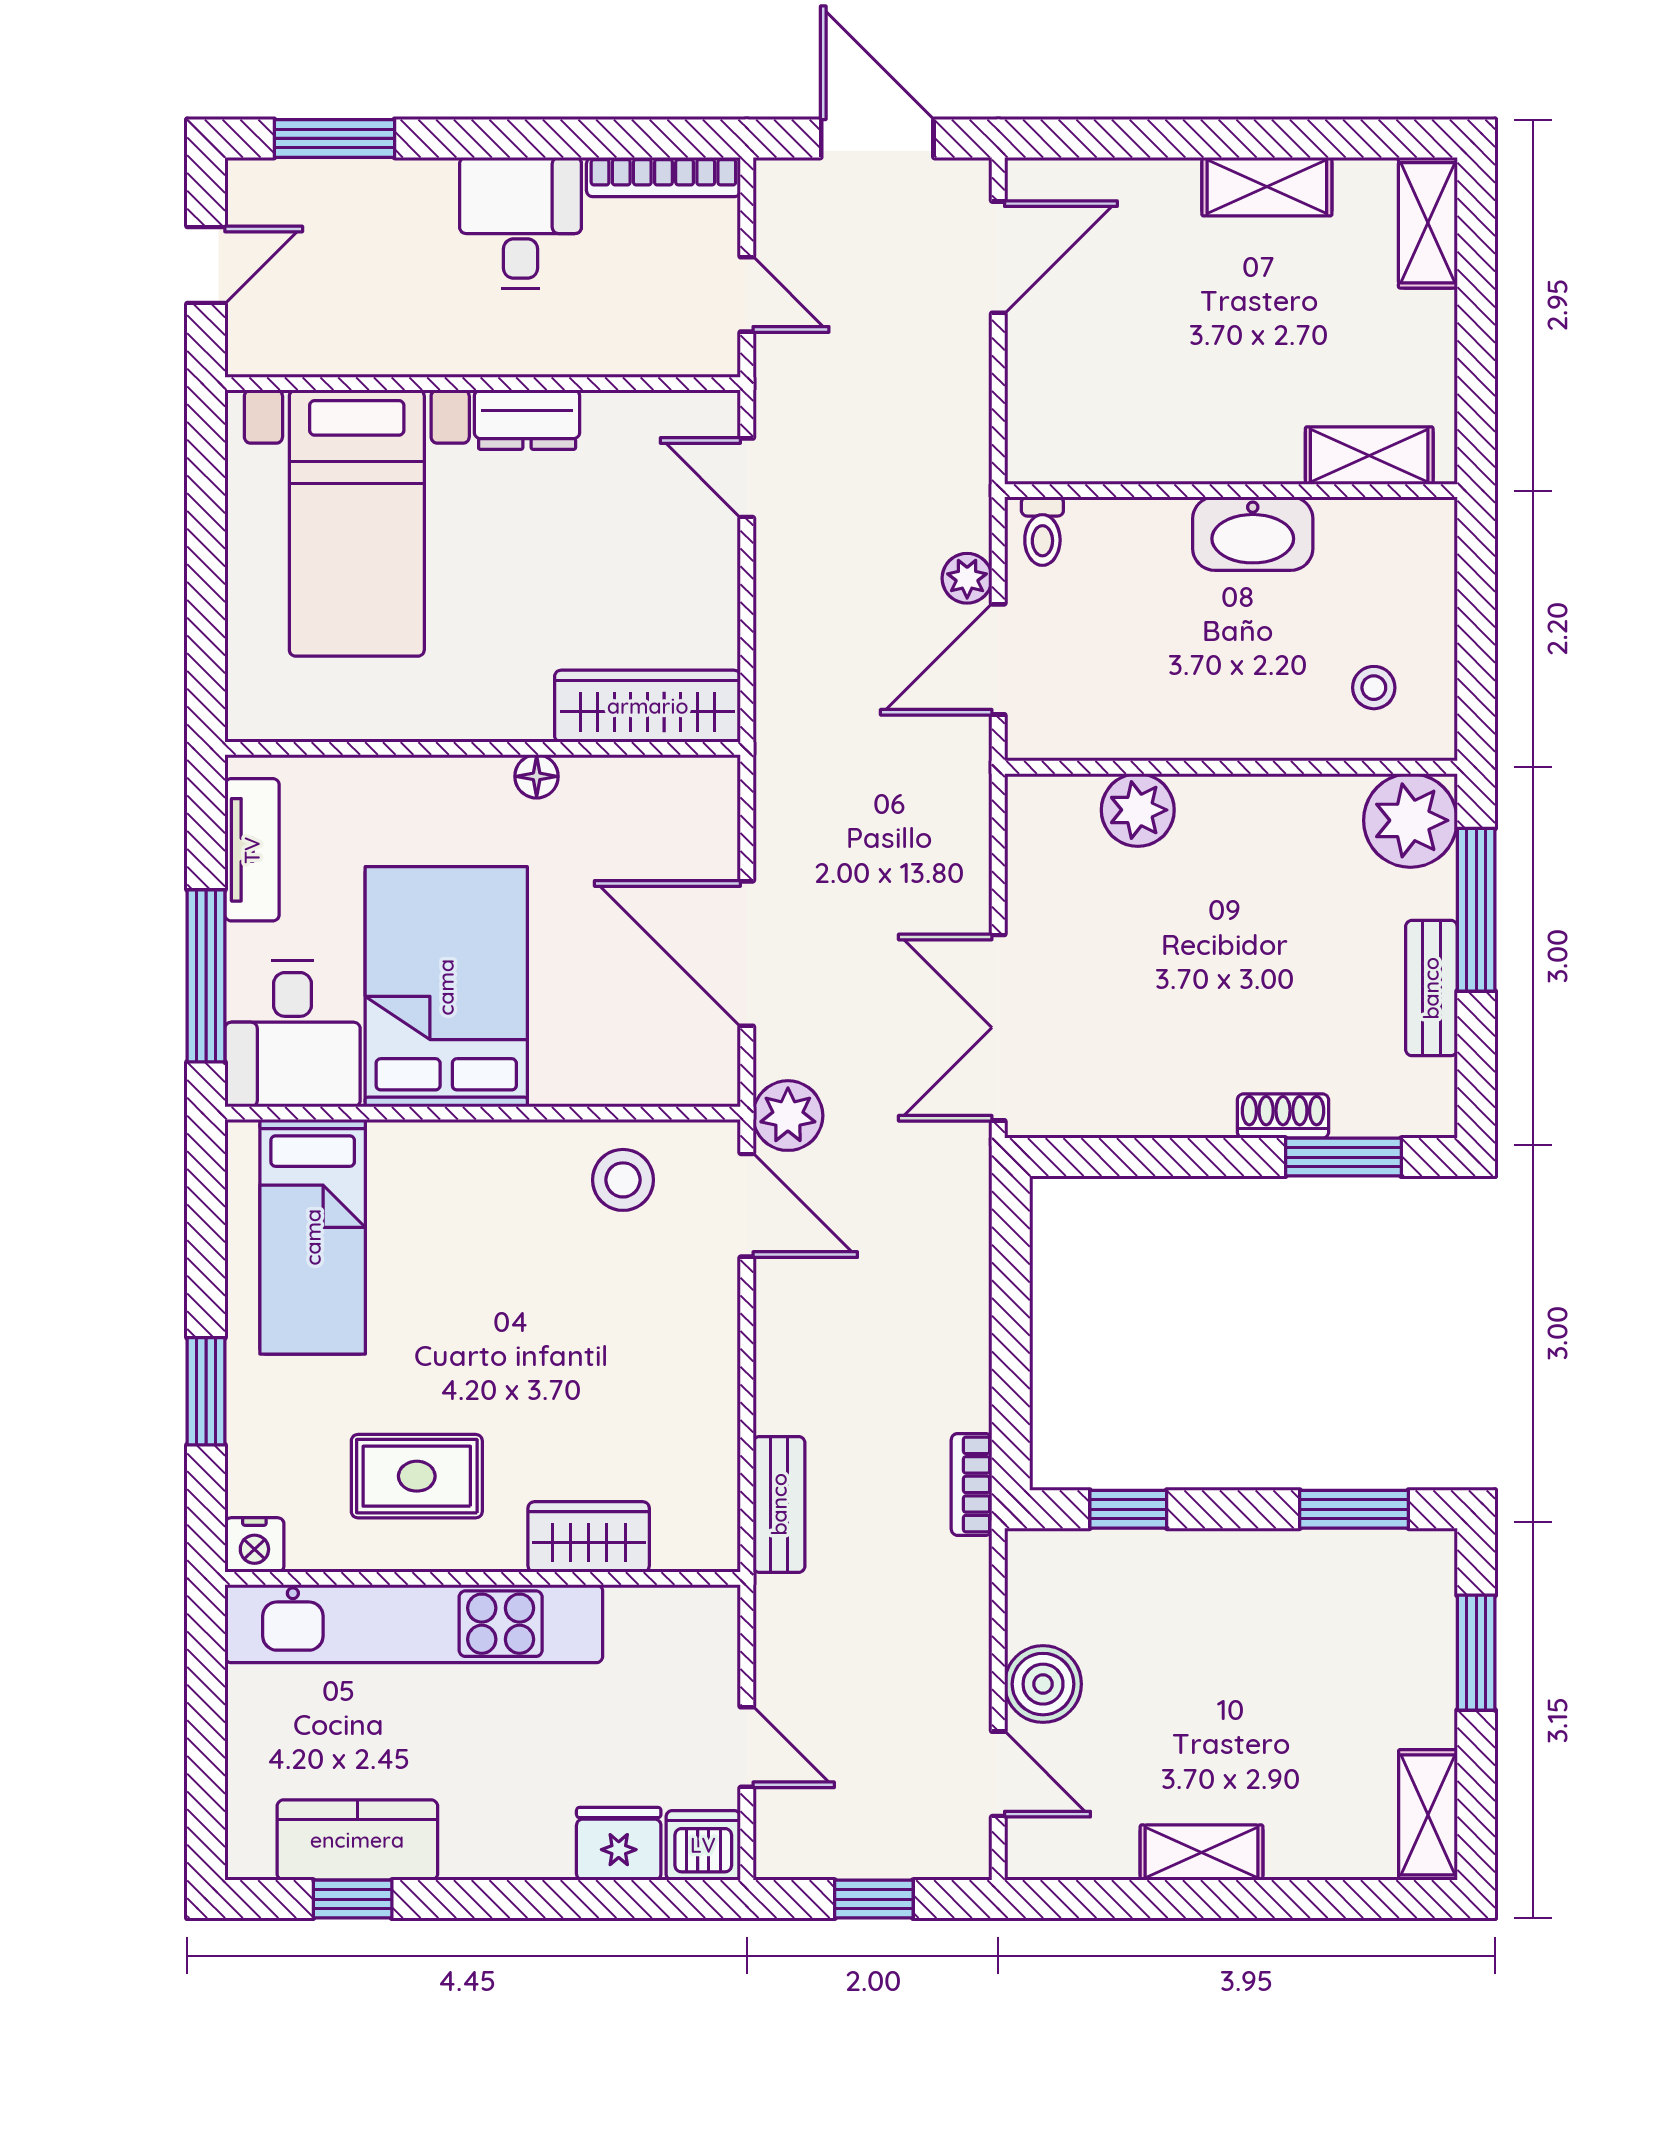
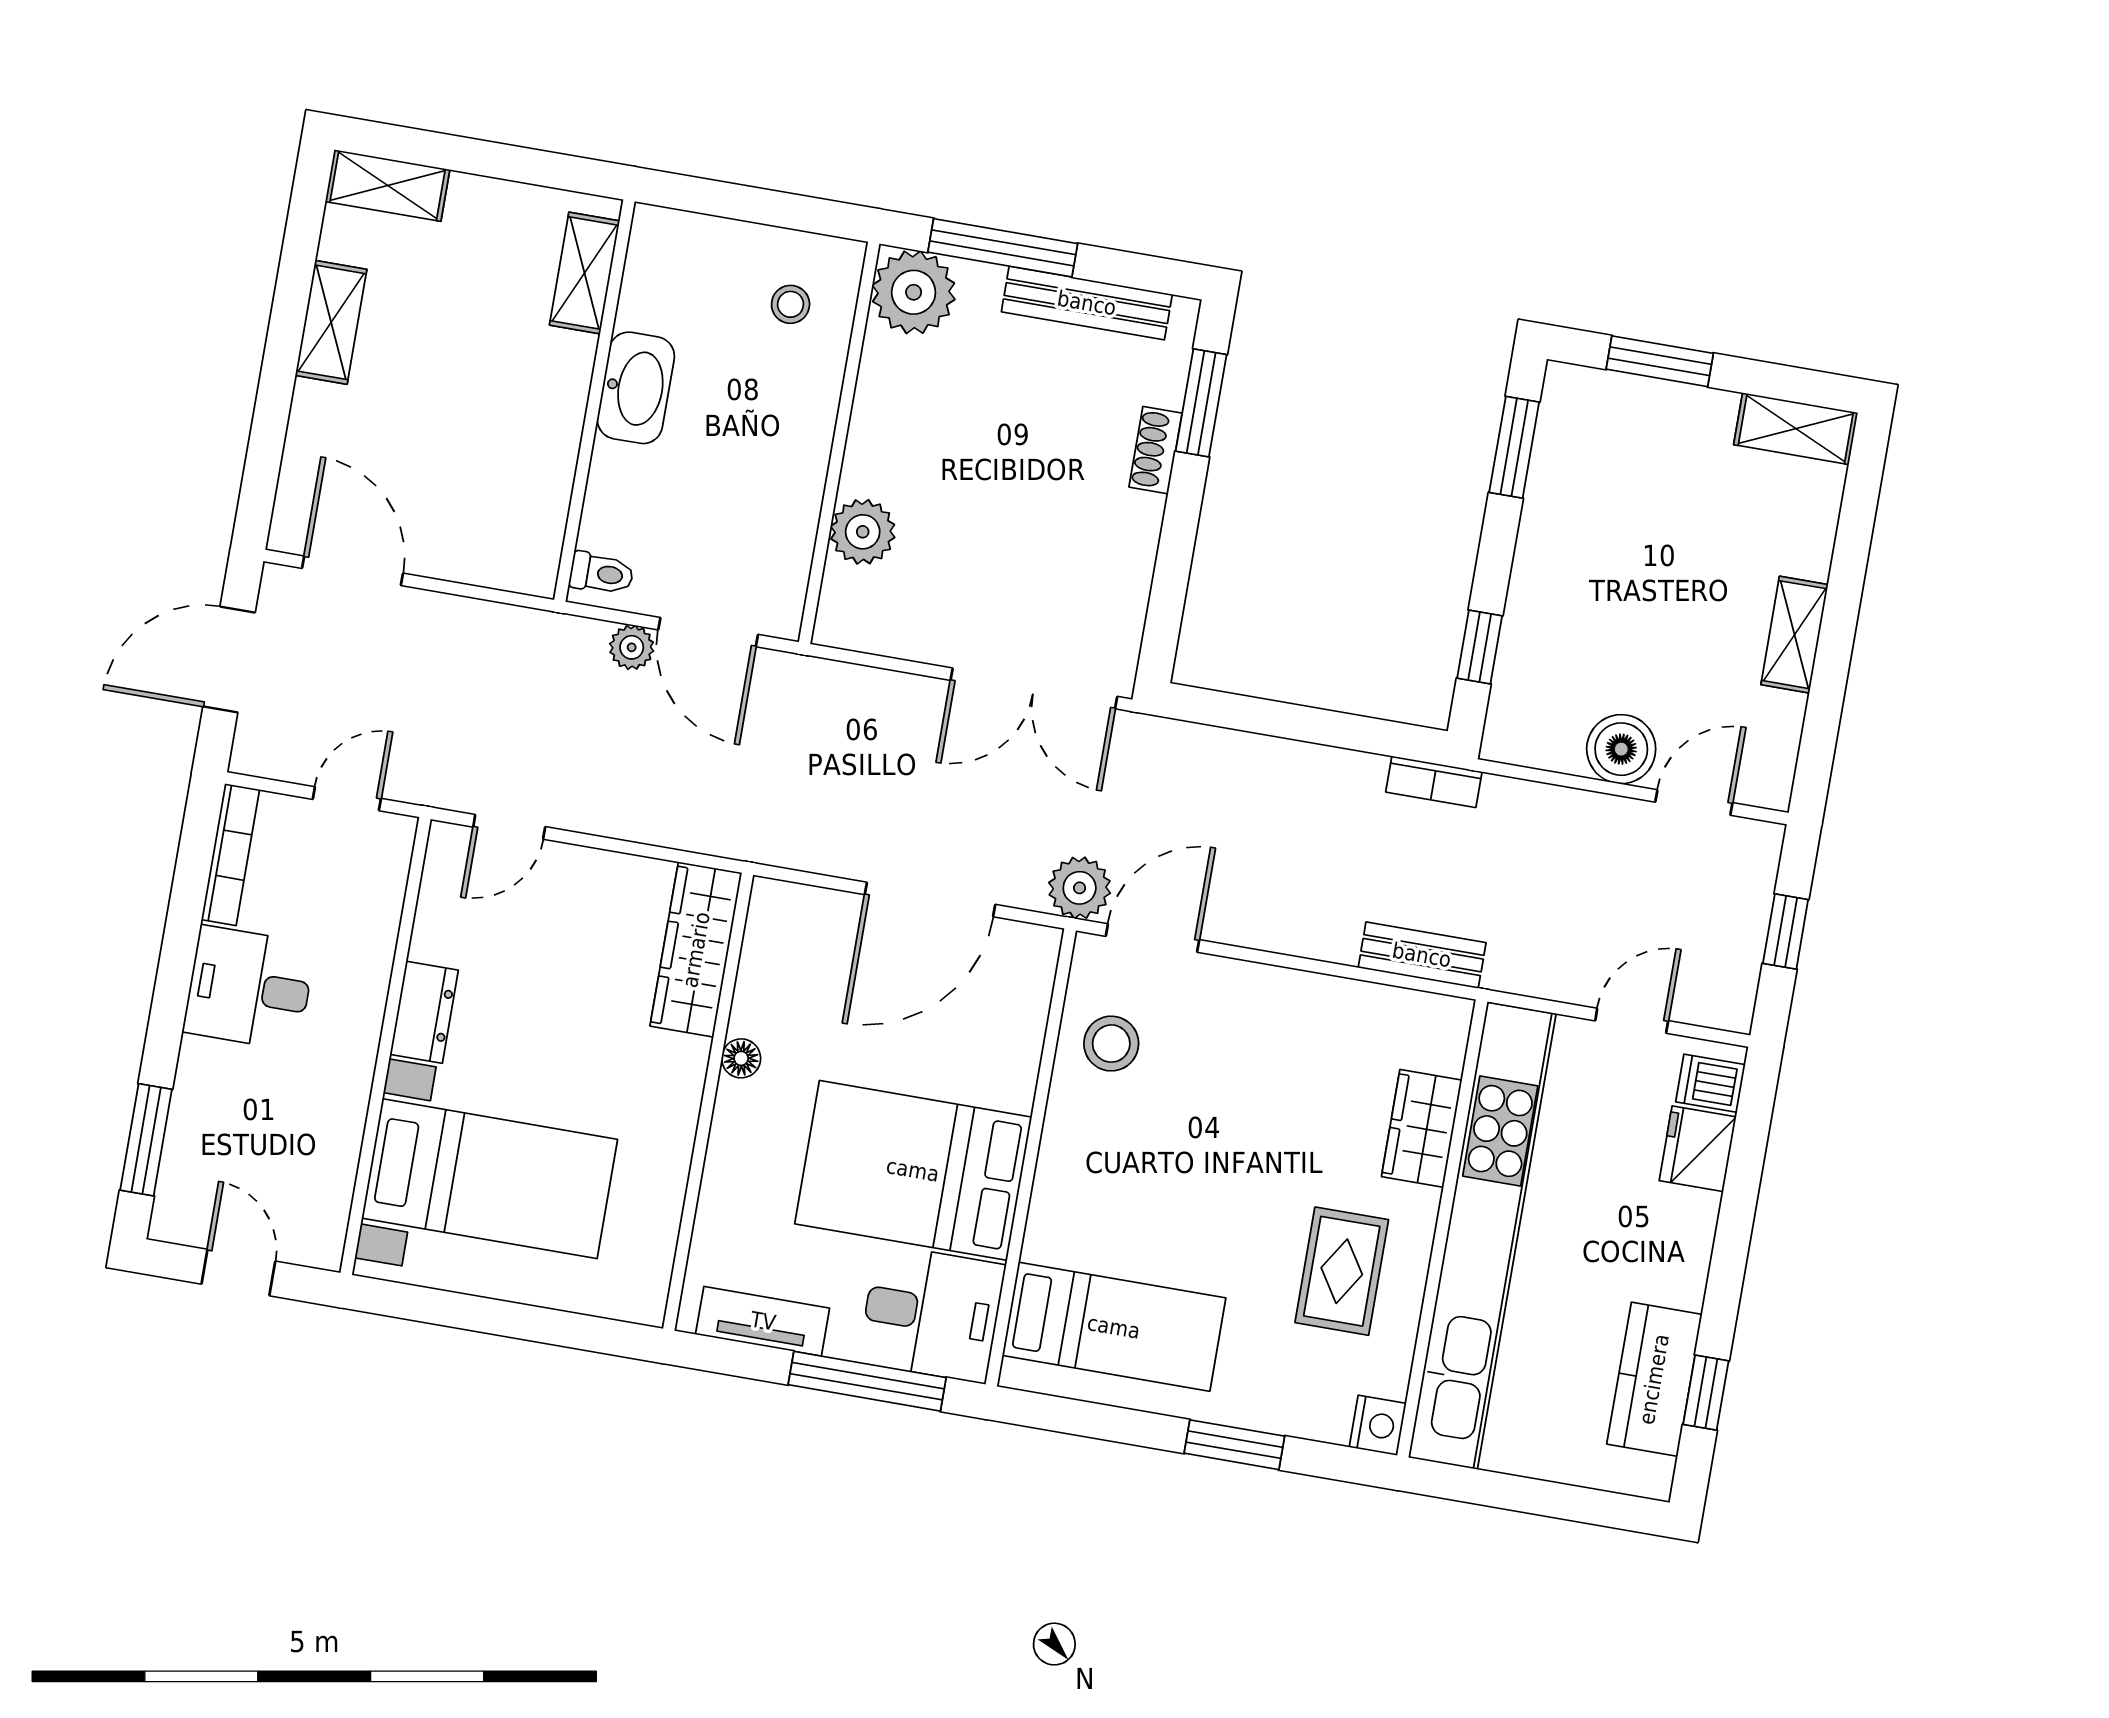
bench: (1431, 988) -> (1087, 303), width x1.36
kitchen unit: (414, 1624) -> (1482, 1236), width x1.36
dishwasher: (703, 1845) -> (1710, 1083), width x0.73

